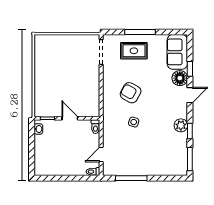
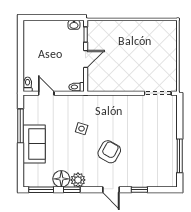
window: (140, 32) -> (180, 156), moved
rug: (134, 51) -> (159, 129), removed
sofa: (177, 52) -> (34, 144), moved, turned 90
floor lamp: (180, 78) -> (61, 179), moved
armchair: (131, 93) -> (109, 152), moved

